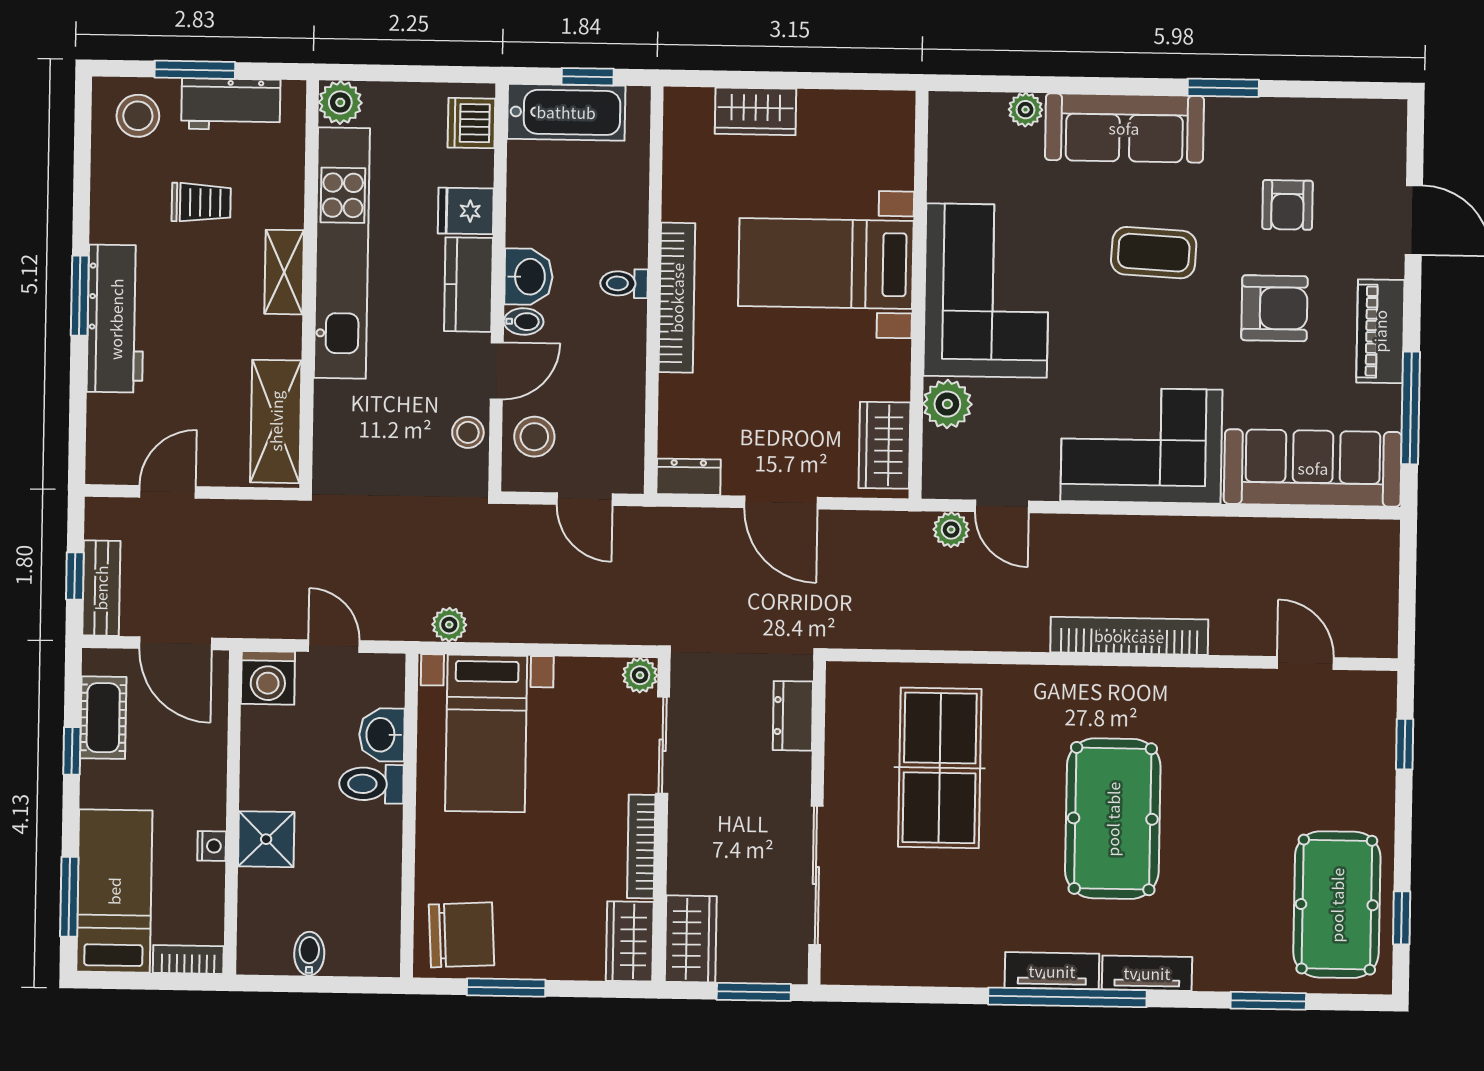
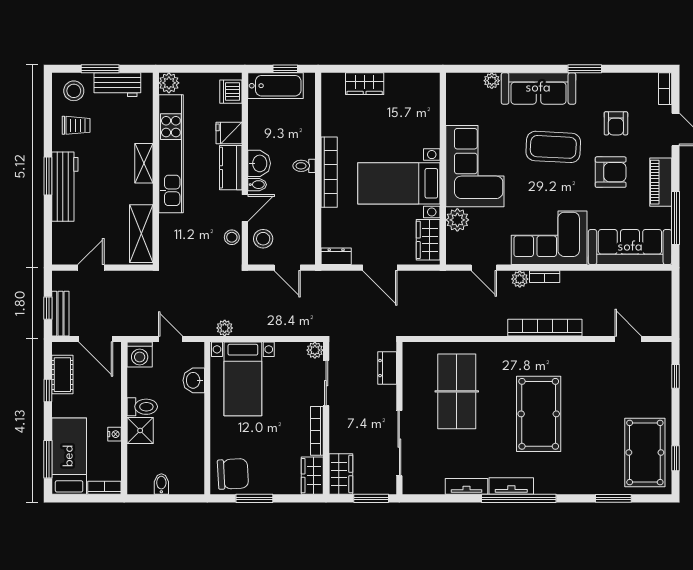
bookcase: (1393, 133) -> (665, 89), added
trolley: (201, 202) -> (76, 125), moved
coffee table: (1154, 253) -> (553, 147), width x1.36, depth x1.32
bed with nightstands: (826, 263) -> (399, 183), moved
bookcase: (1131, 528) -> (545, 277), added
plant: (951, 530) -> (520, 279), moved
toilet: (371, 784) -> (142, 407), moved, turned 180
tv unit: (1147, 973) -> (467, 486), moved

